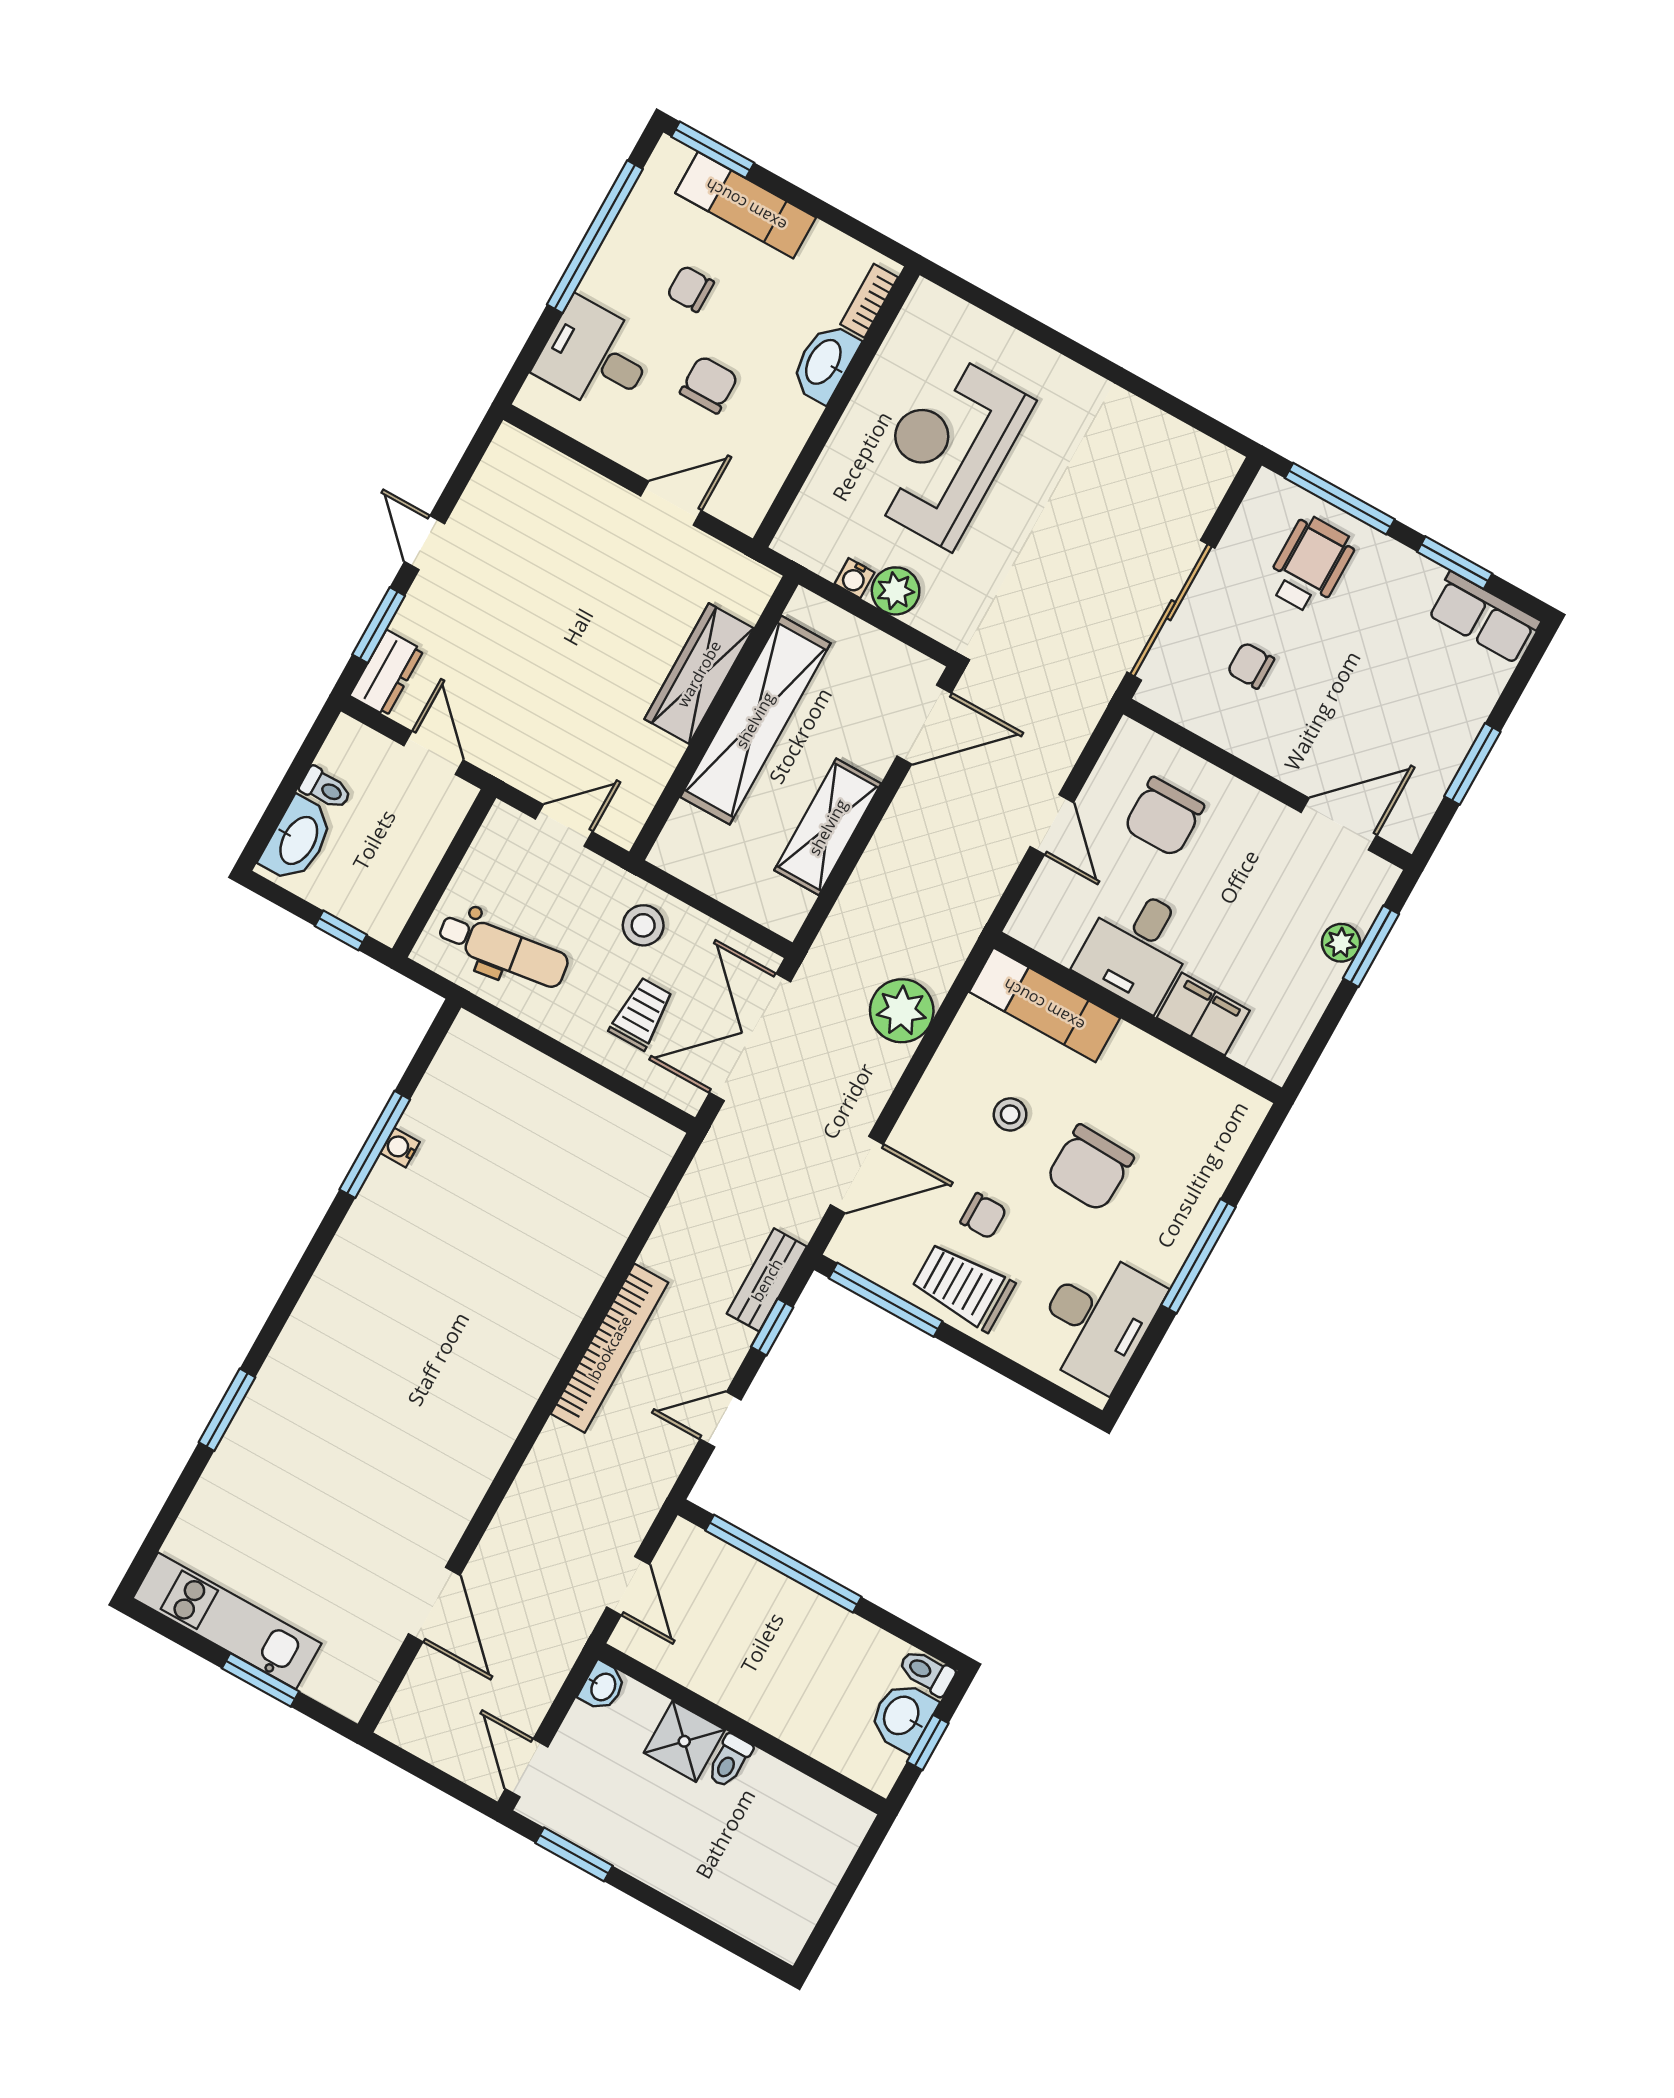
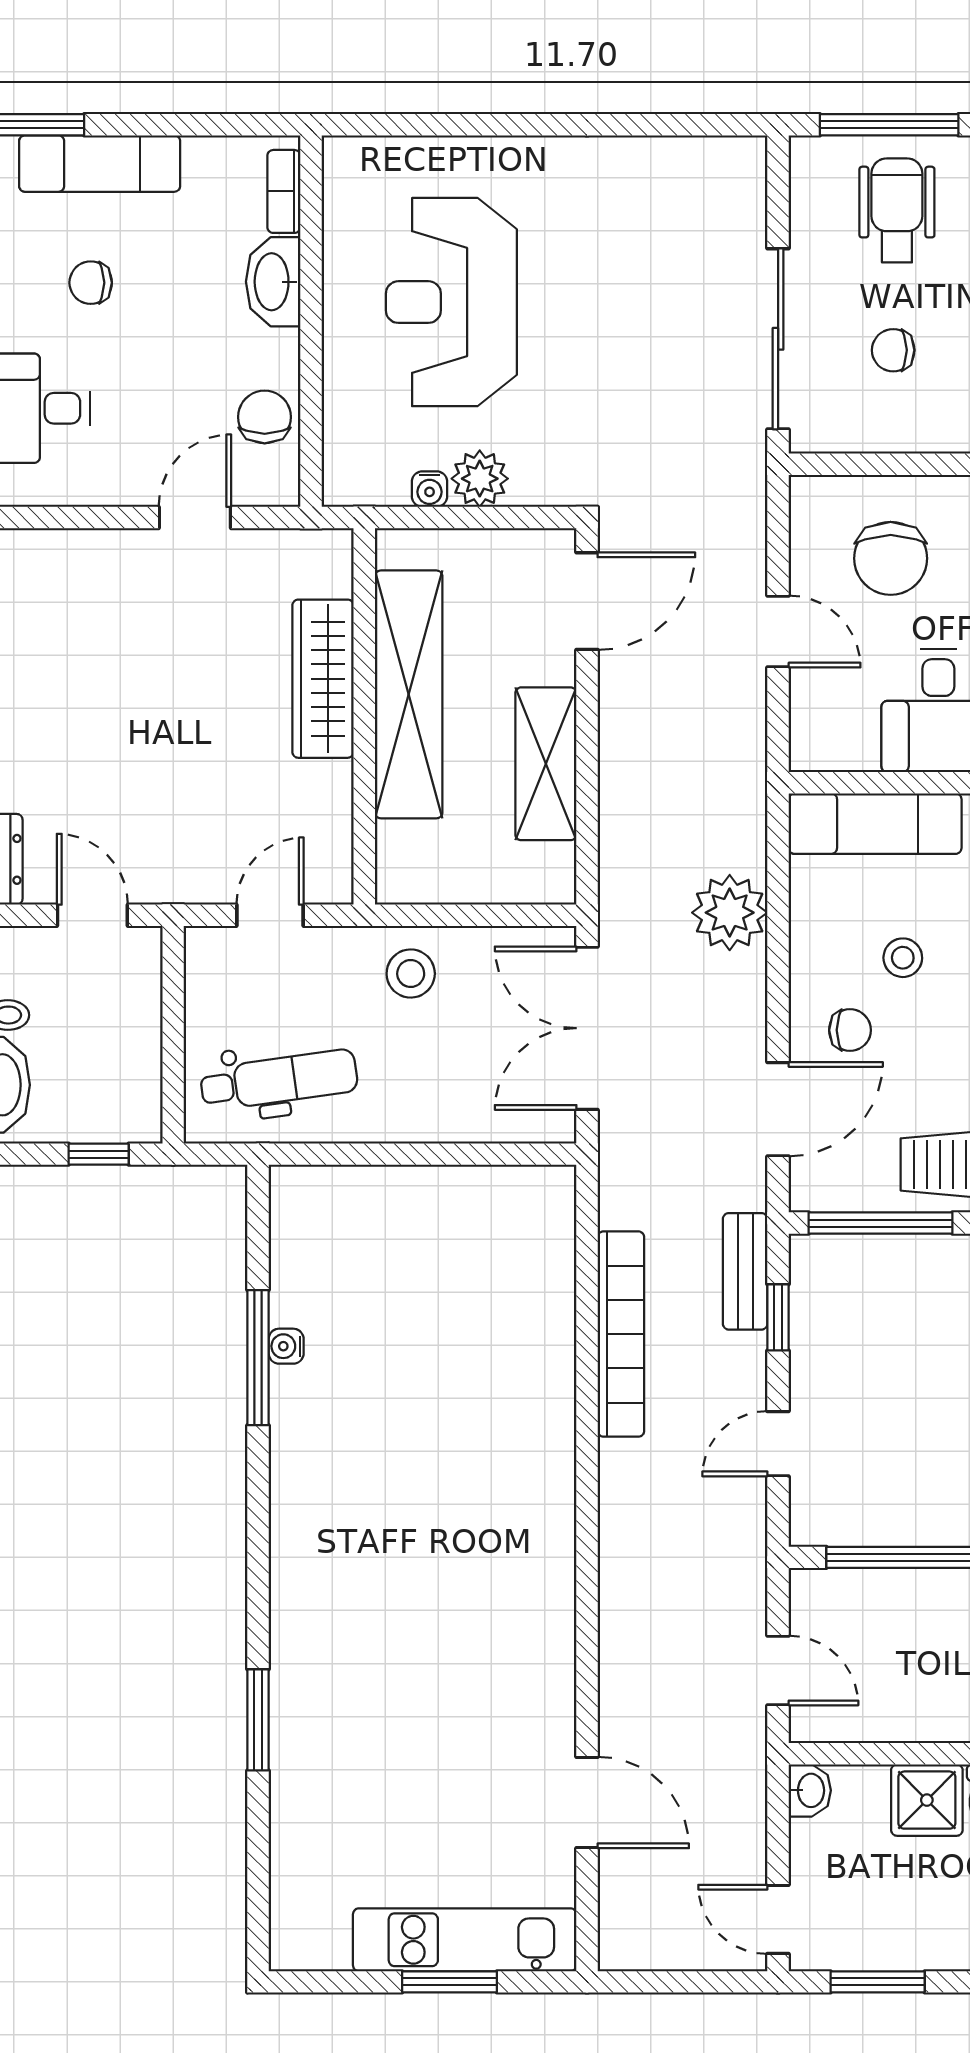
chair: (709, 385) -> (265, 417), moved
trolley: (641, 1014) -> (460, 1067), removed
chair: (983, 1216) -> (850, 1030), moved
bookcase: (610, 1348) -> (621, 1334), moved
kitchen unit: (227, 1621) -> (465, 1940), moved

